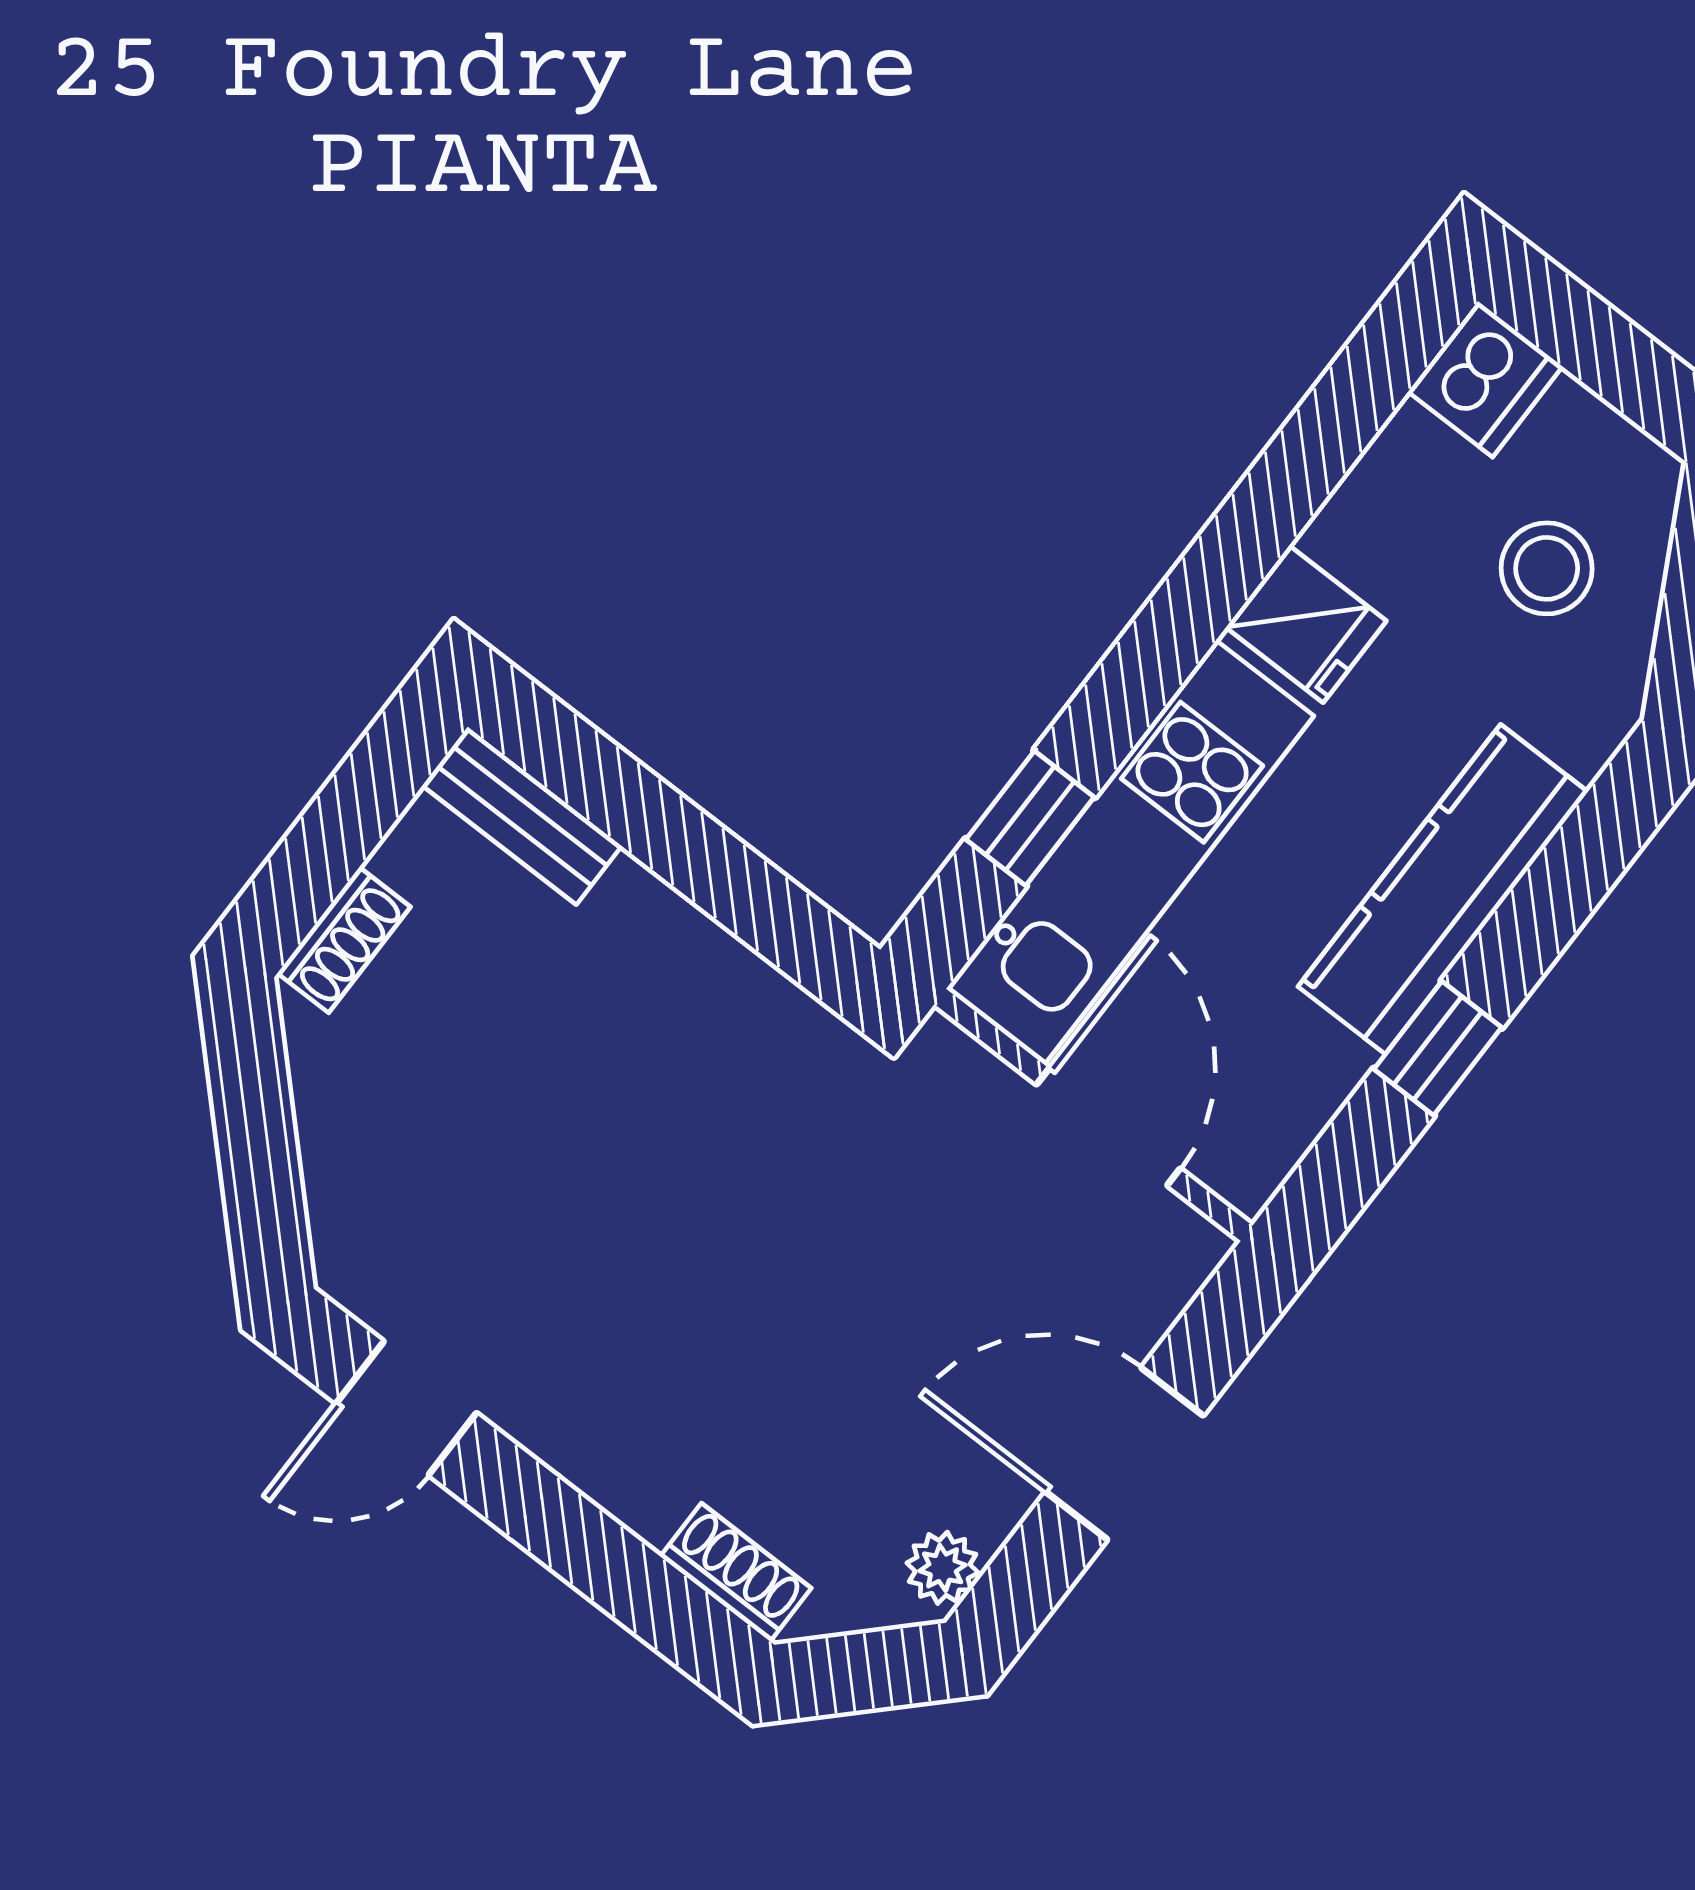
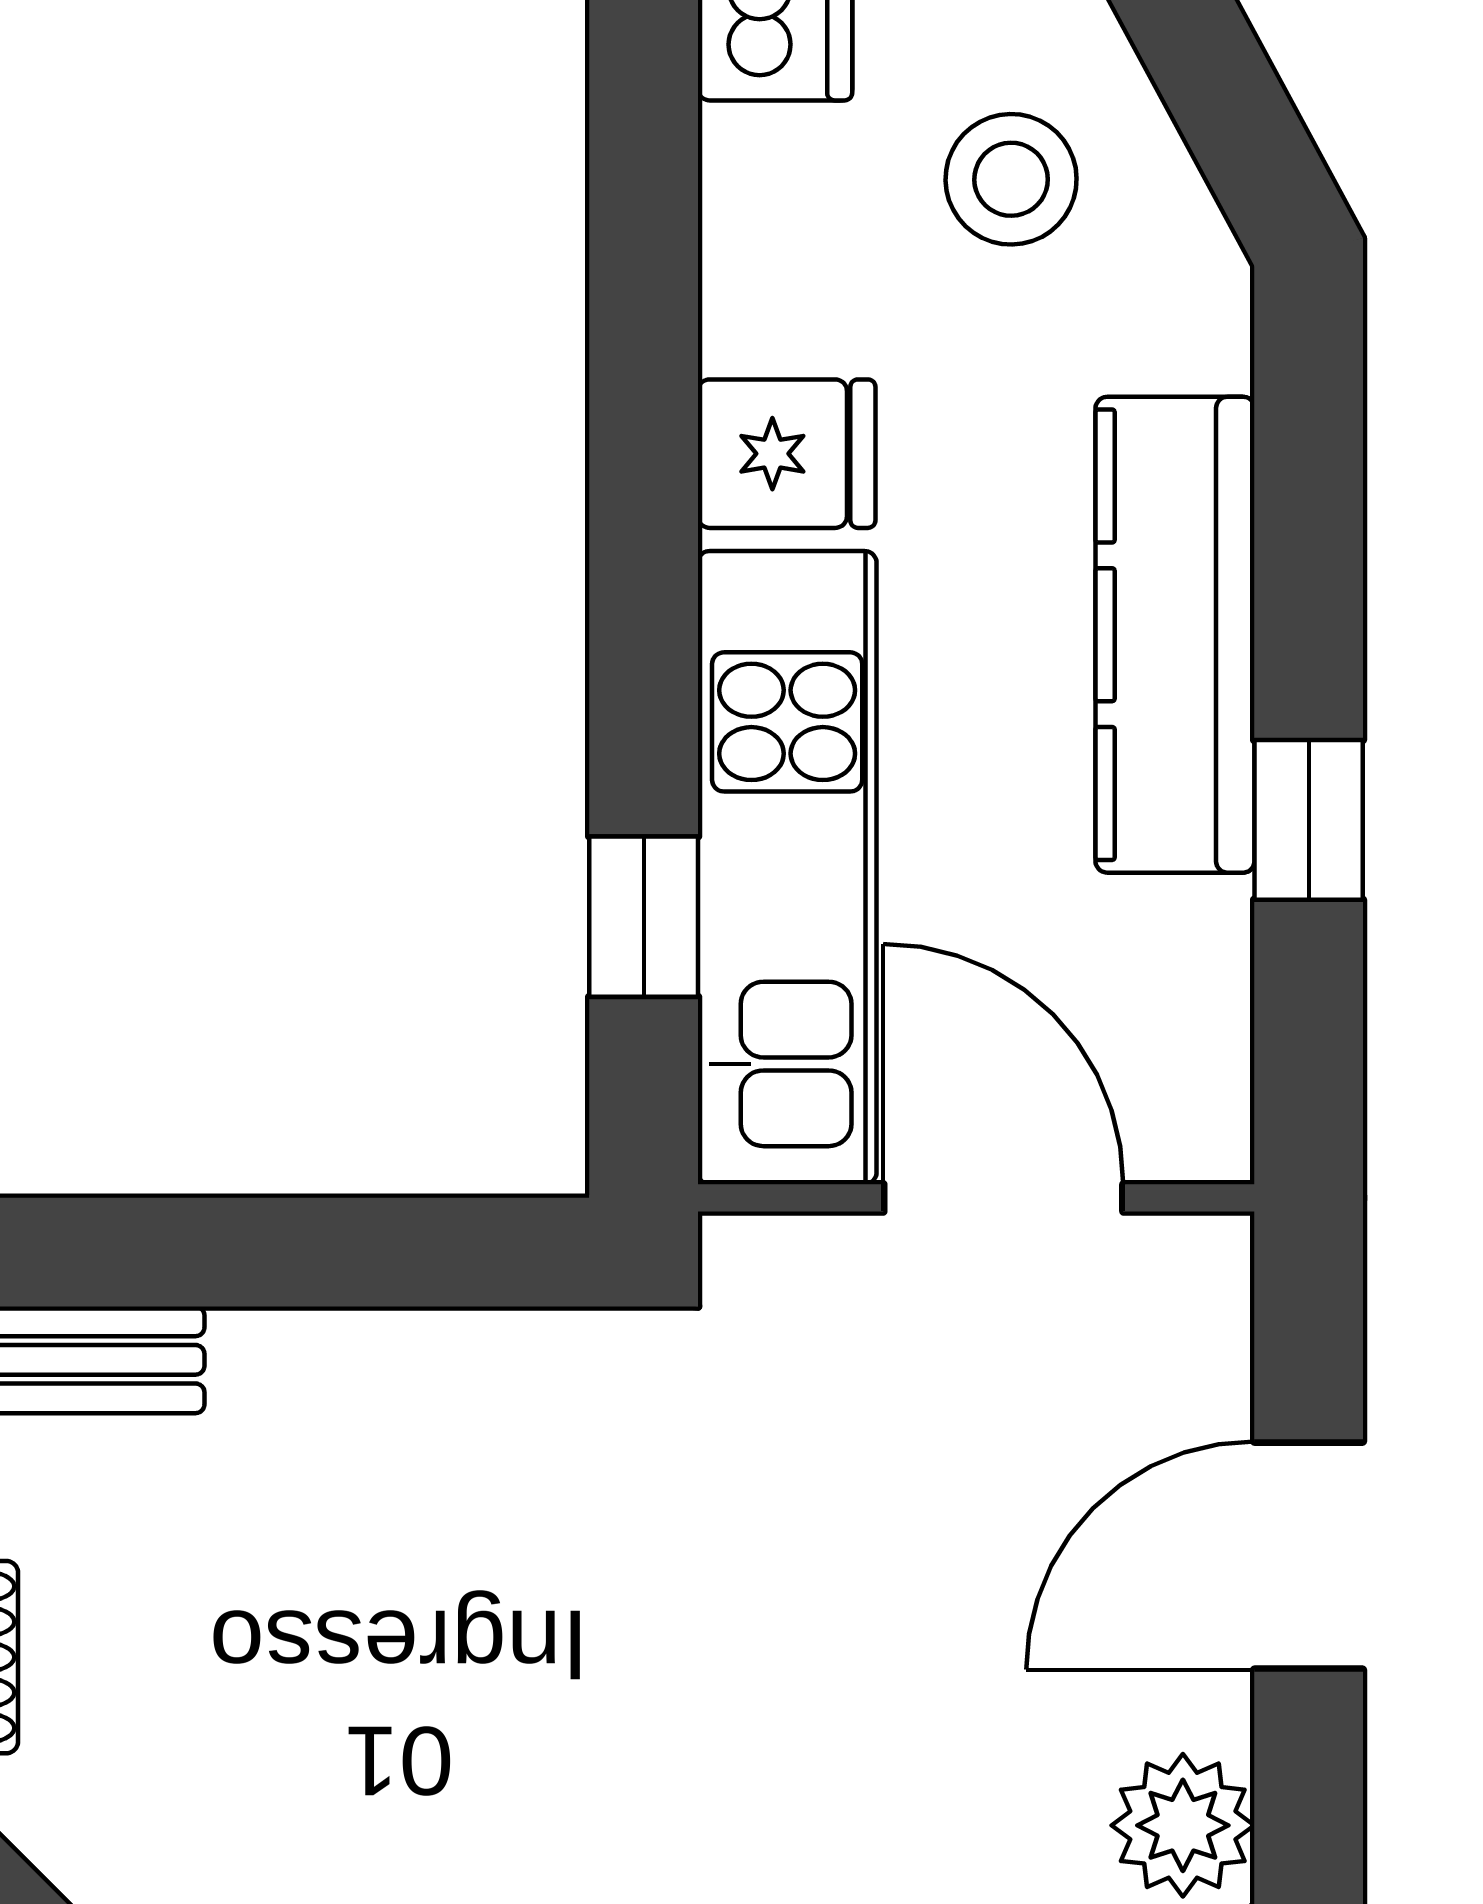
plant: (943, 1568) -> (1183, 1825), width x1.38, depth x1.38

